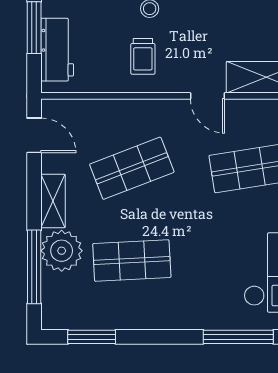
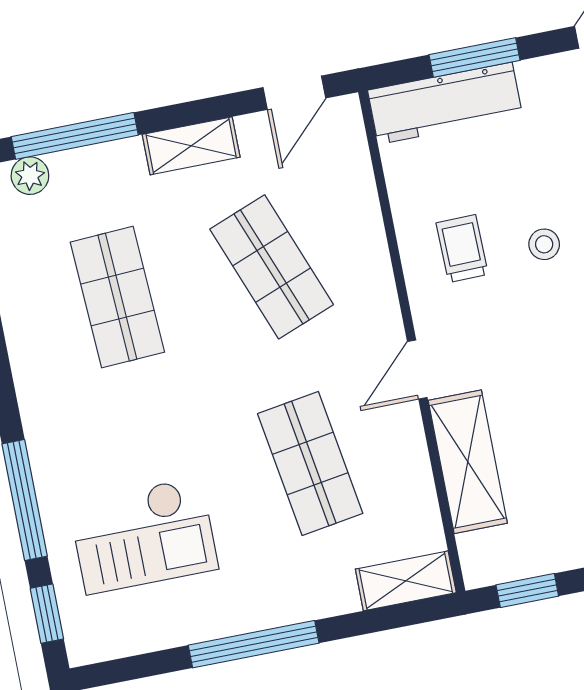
workbench: (57, 50) -> (445, 103), width x1.38
trolley: (143, 56) -> (462, 249), turned 89
plant: (62, 251) -> (30, 176), moved, width x0.53, depth x0.53

